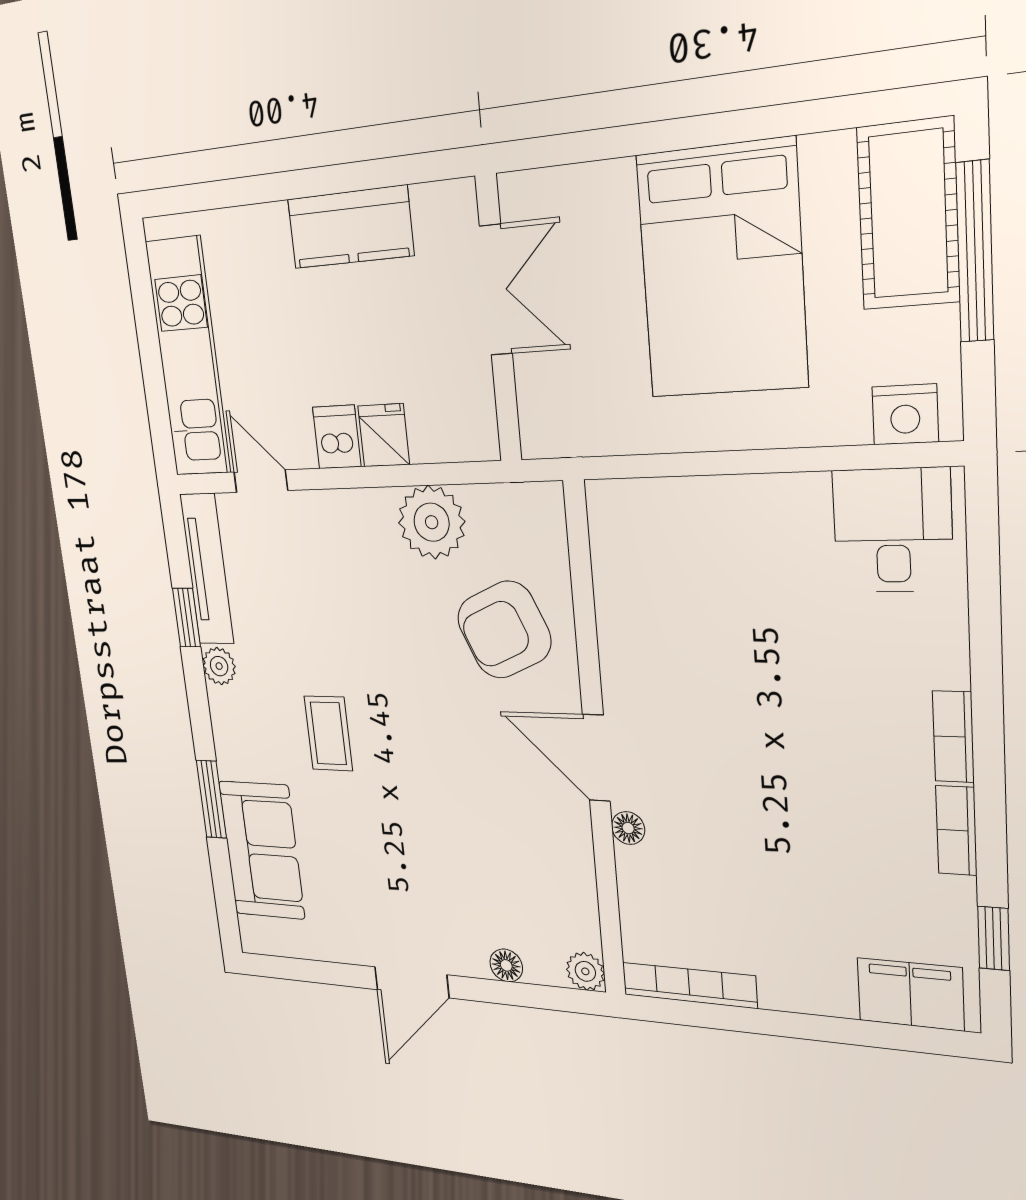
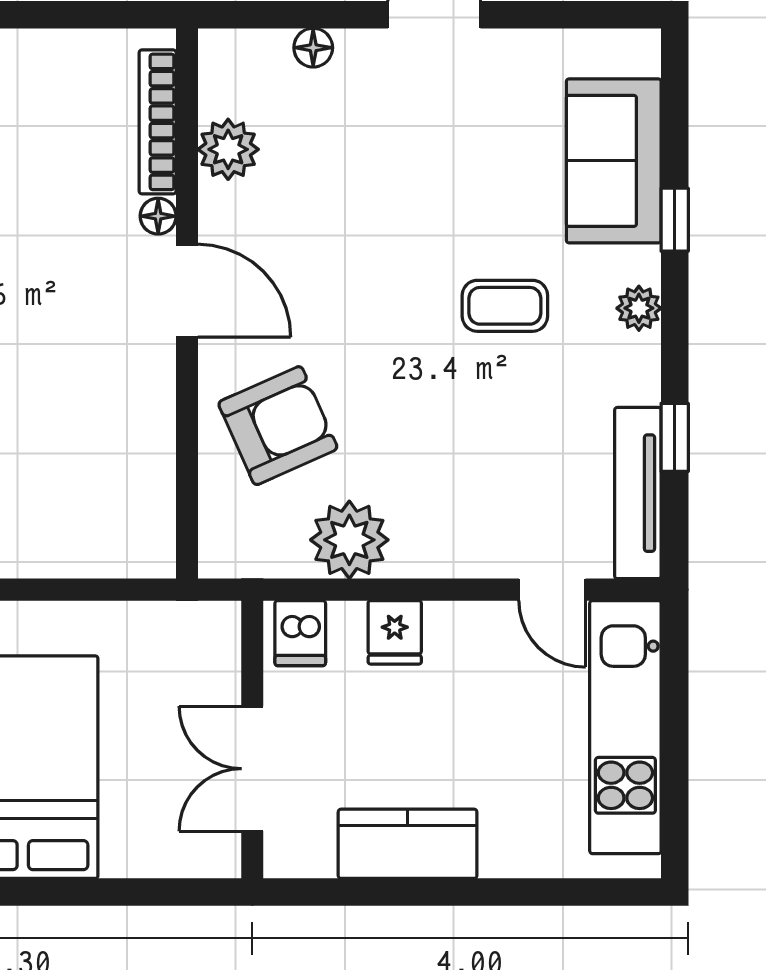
dishwasher: (337, 437) -> (300, 633), moved
plant: (219, 666) -> (639, 308), moved
coffee table: (328, 733) -> (505, 306), turned 90
window: (211, 799) -> (675, 220), width x0.67
plant: (585, 971) -> (228, 149), moved, width x1.38, depth x1.38
bookcase: (689, 985) -> (158, 122), moved, turned 90

